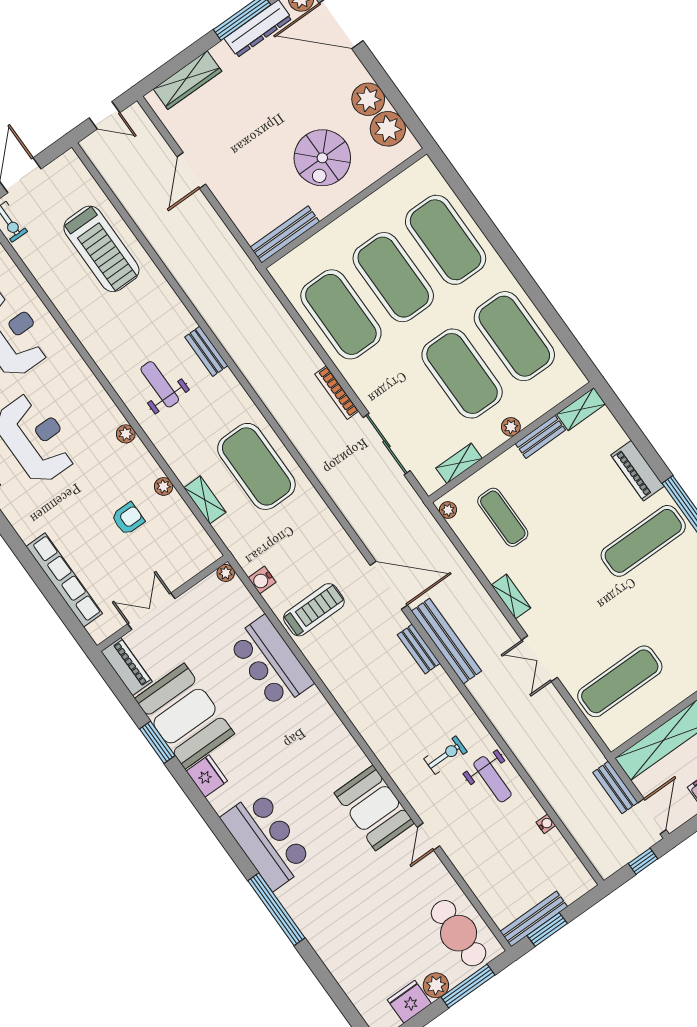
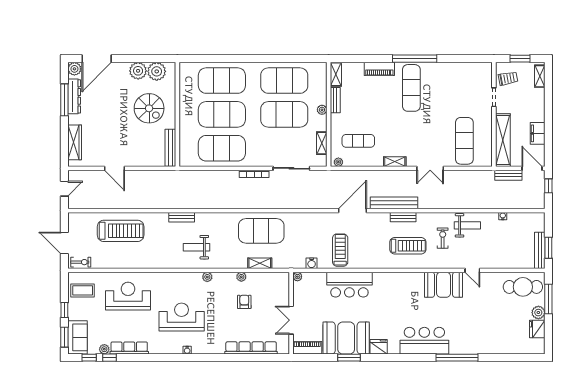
bench: (206, 351) -> (182, 217), moved
bench: (419, 649) -> (403, 217), moved
treadmill: (395, 710) -> (408, 246), added

